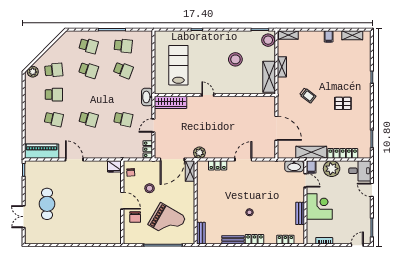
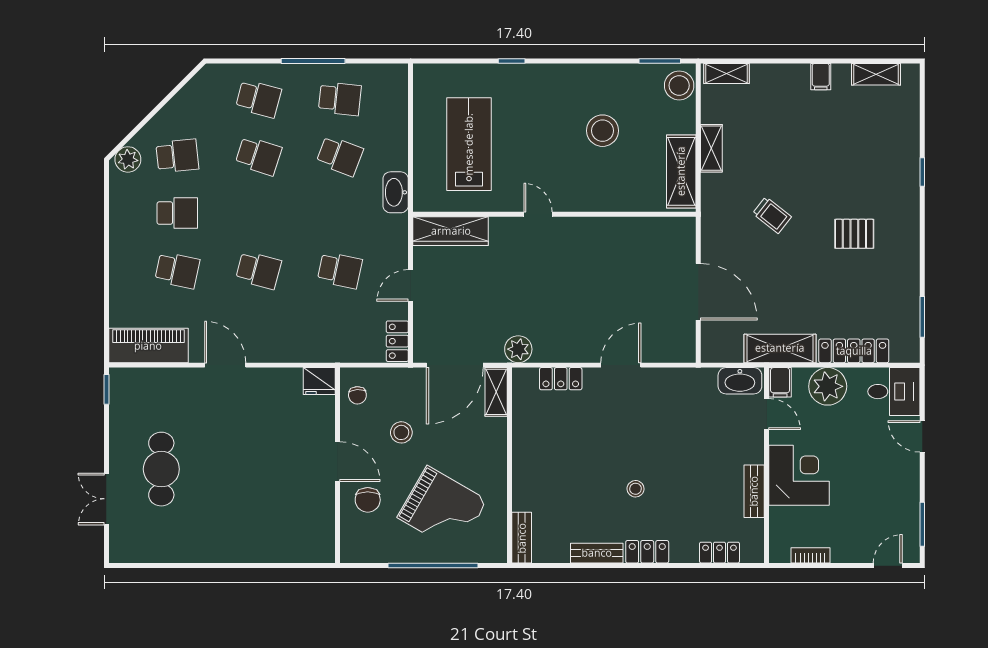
washbasin: (147, 97) -> (396, 192), moved

